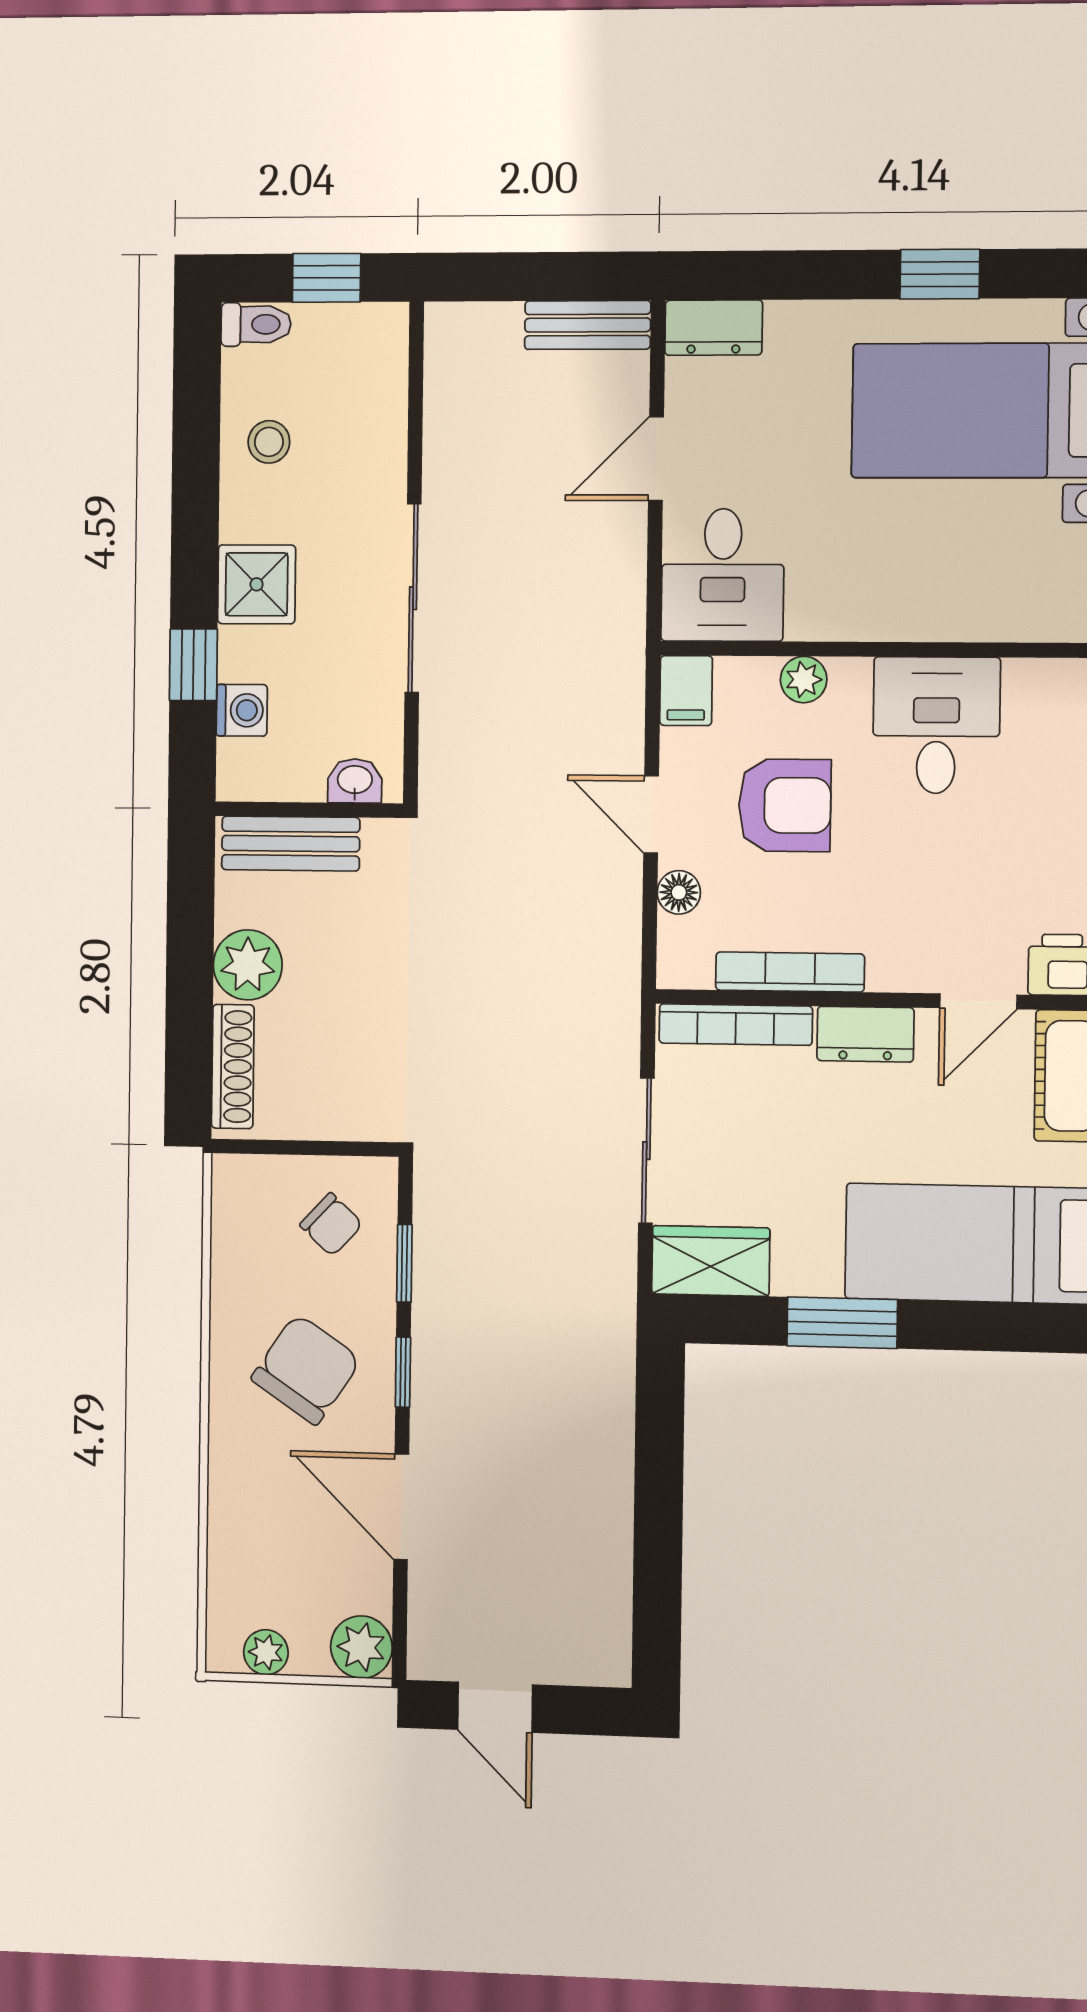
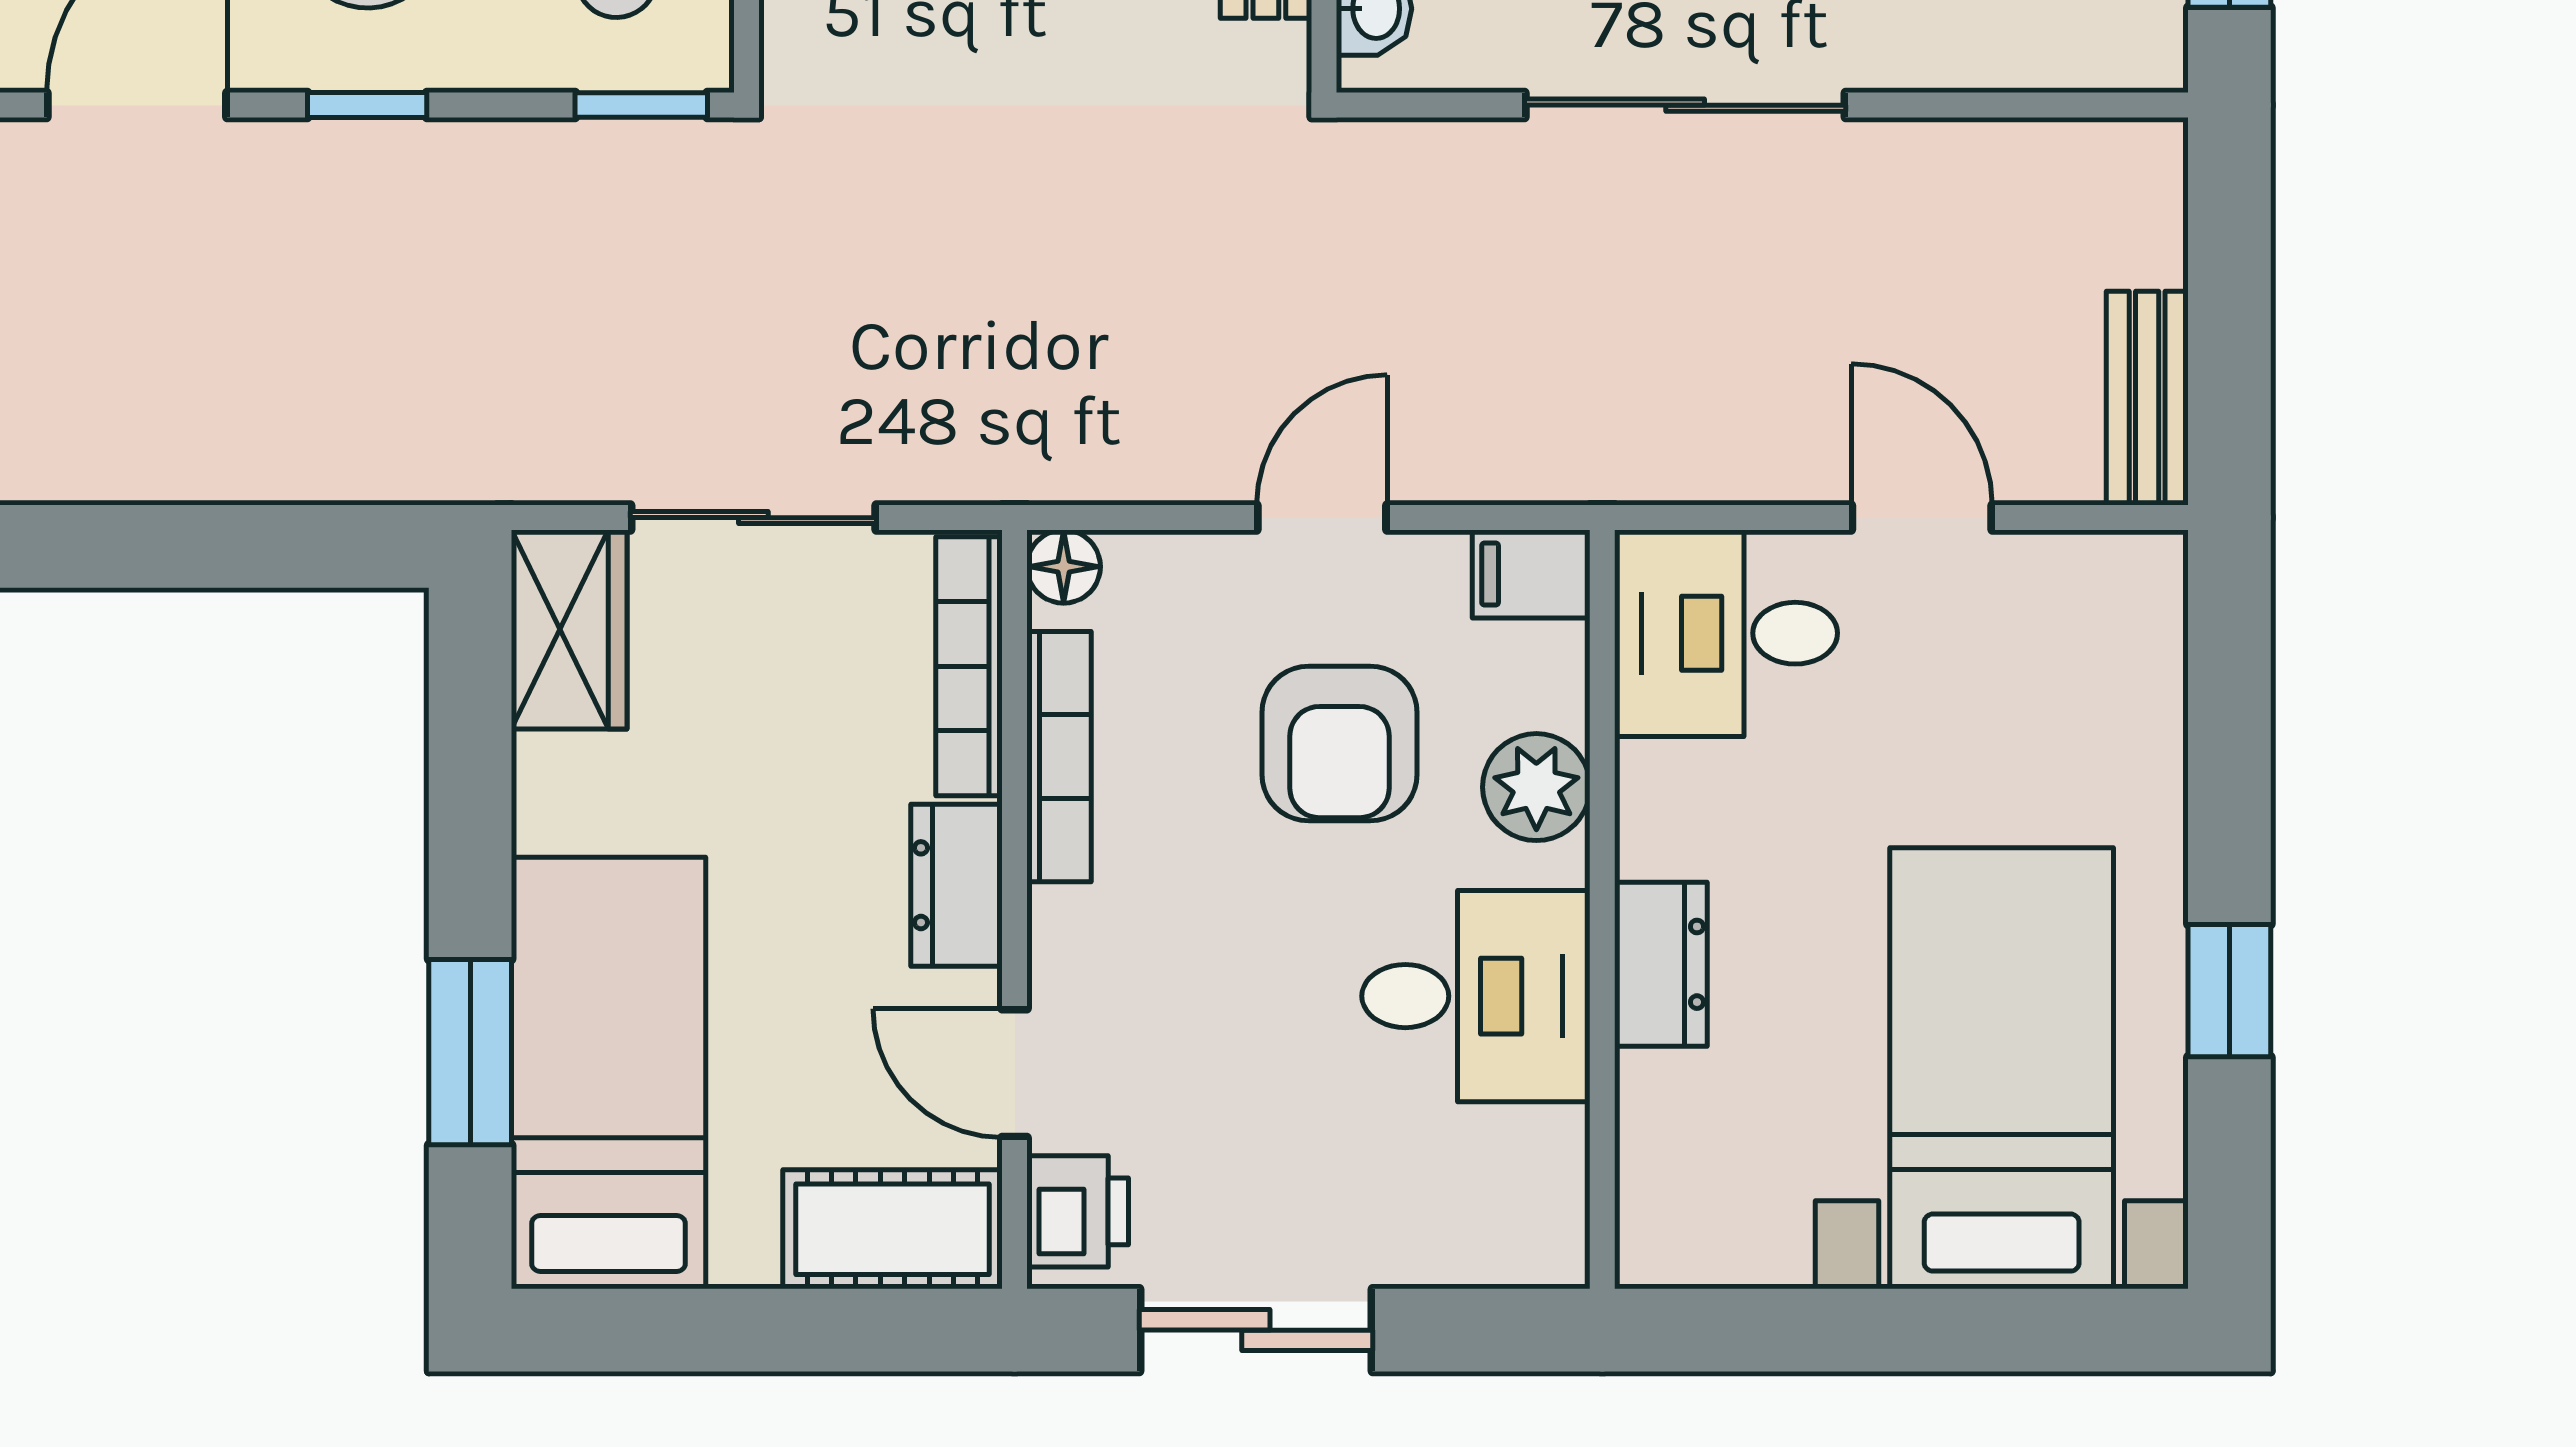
dresser: (714, 328) -> (1661, 964), moved, turned 180
plant: (804, 680) -> (1536, 787), width x1.38, depth x1.38
floor lamp: (679, 892) -> (1064, 567), moved
window: (404, 1263) -> (641, 105), moved
window: (842, 1323) -> (470, 1052), moved

